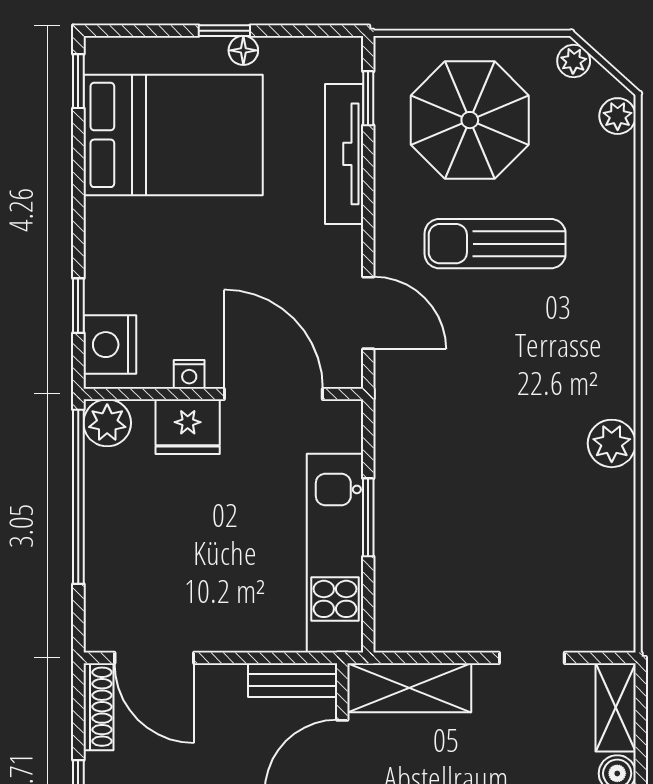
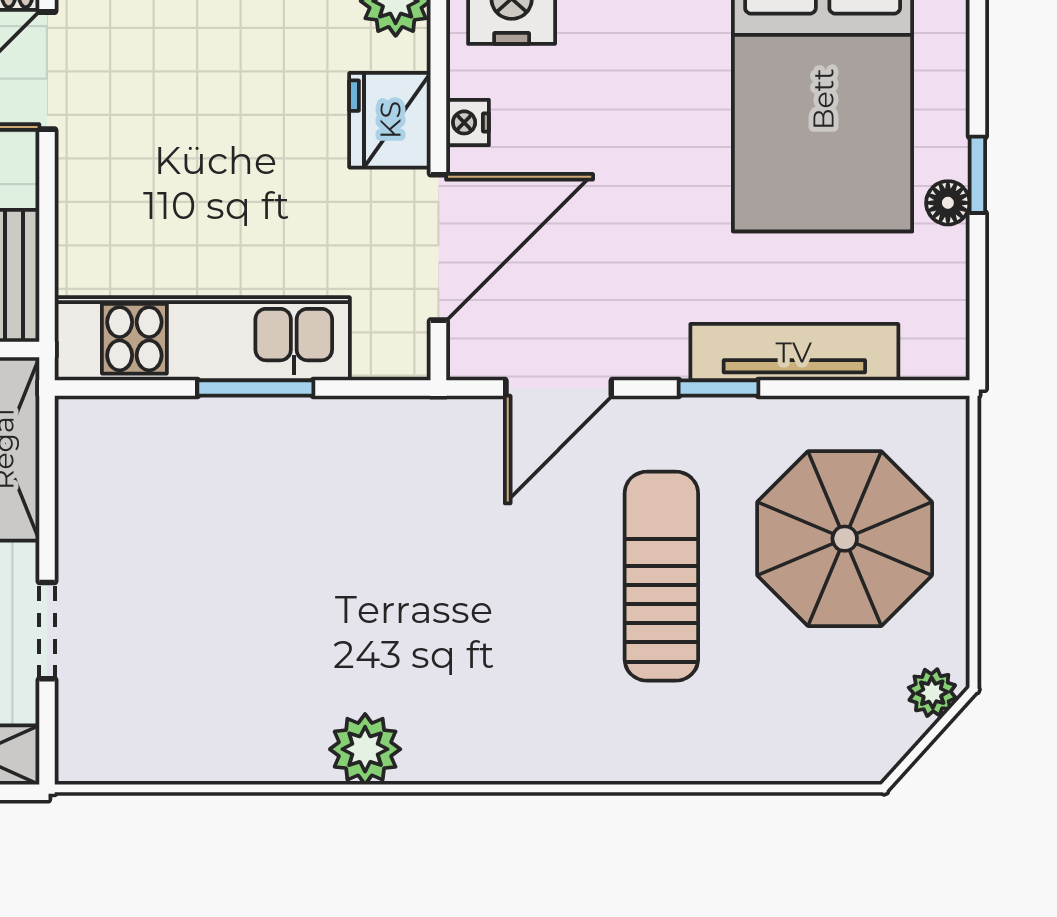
window: (368, 98) -> (718, 388), moved
plant: (618, 116) -> (851, 758), removed

